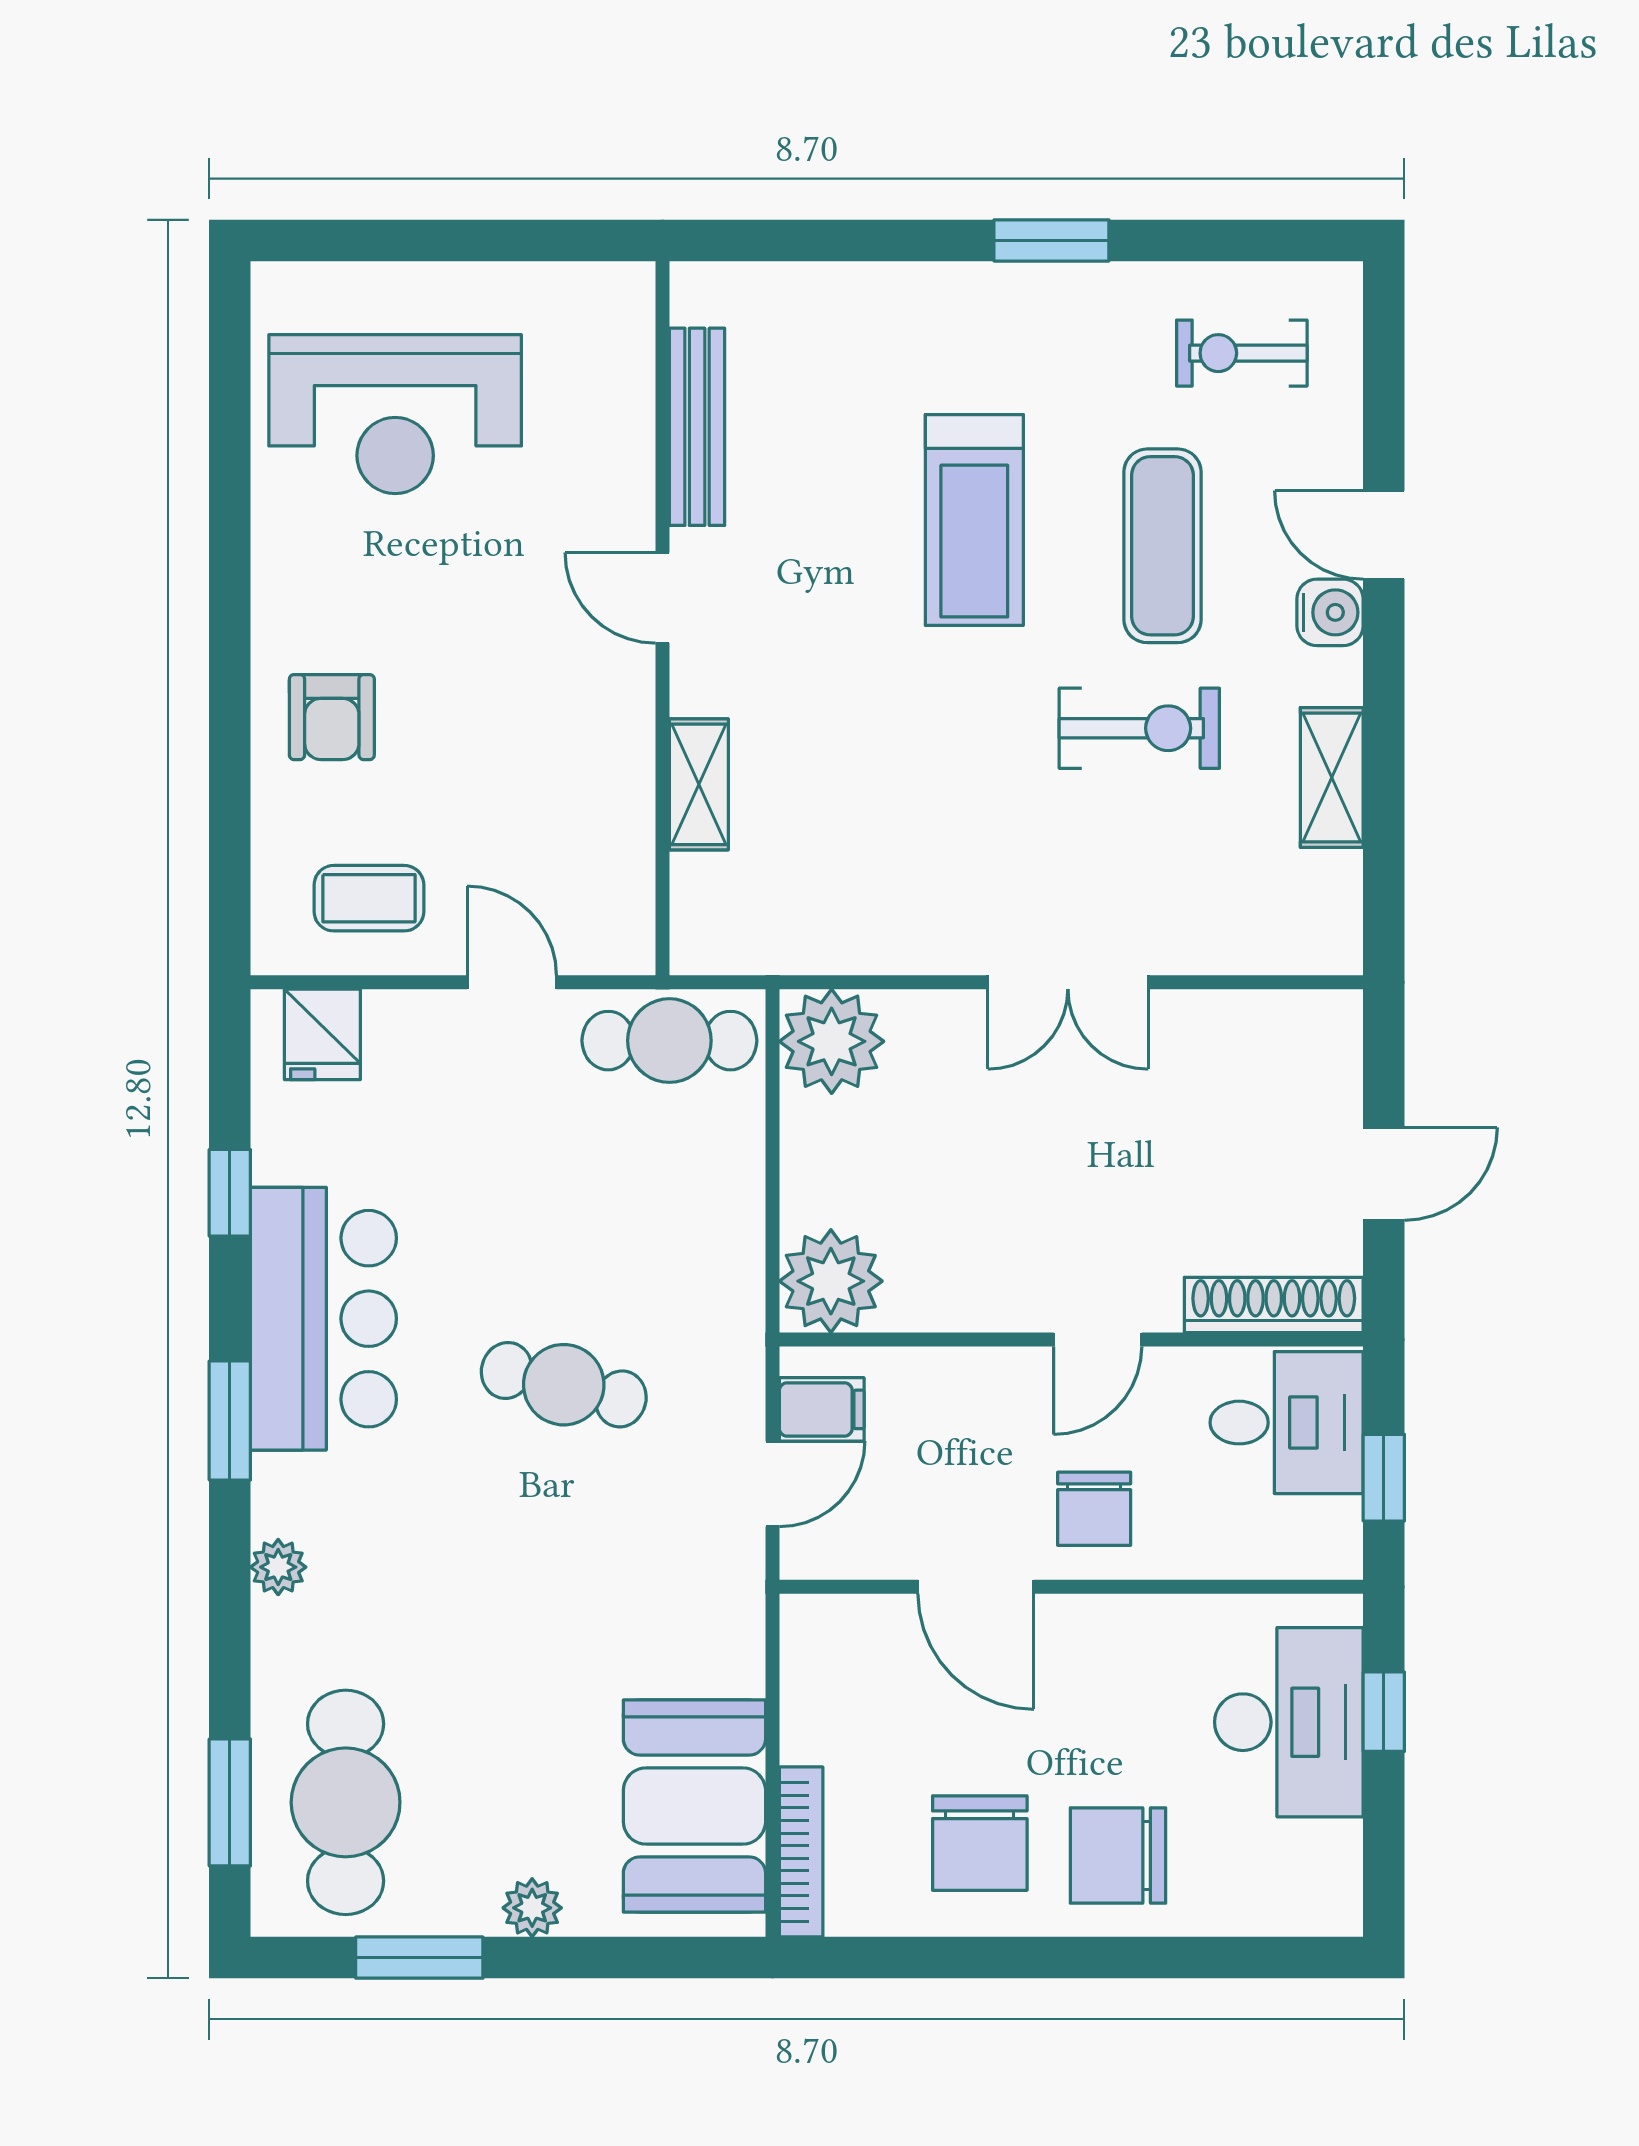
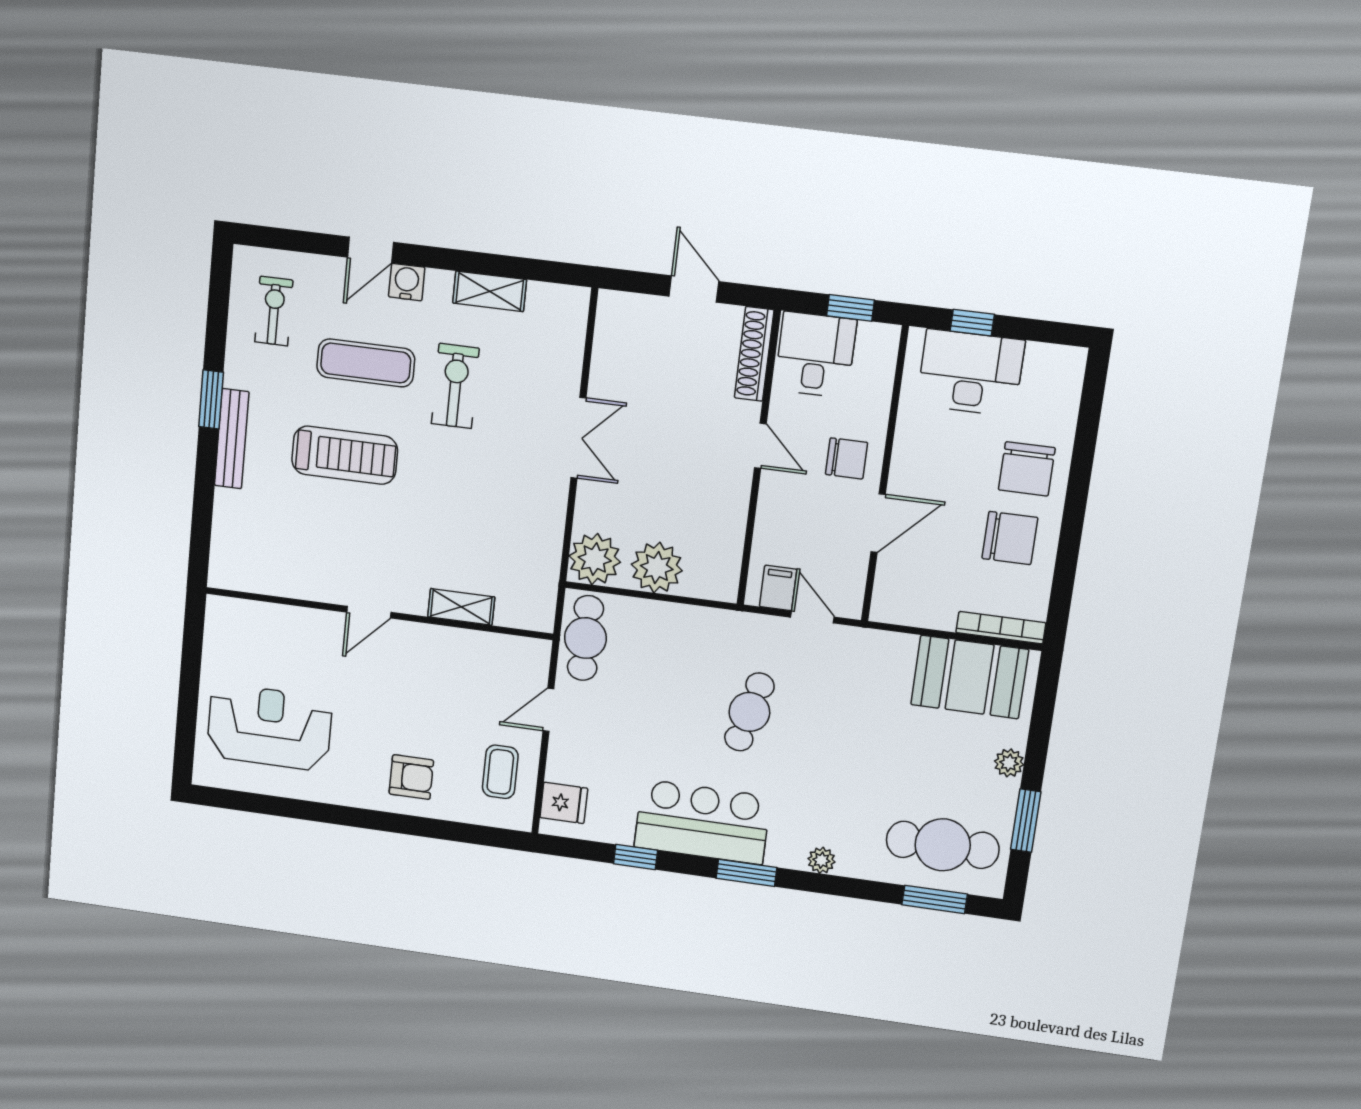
exercise bike: (1242, 353) -> (274, 311), turned 180
reception desk: (395, 414) -> (269, 727), turned -90
bench: (697, 427) -> (232, 439), moved, turned 90
plant: (831, 1281) -> (657, 568), moved

